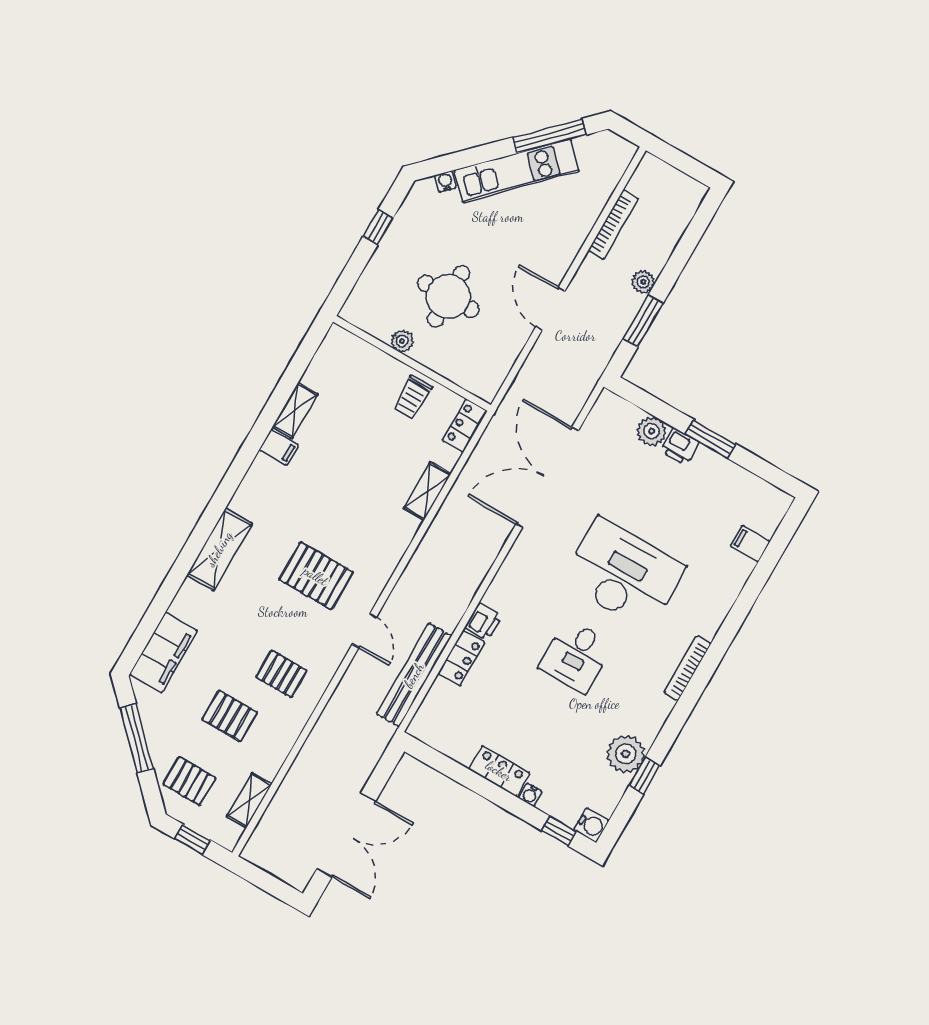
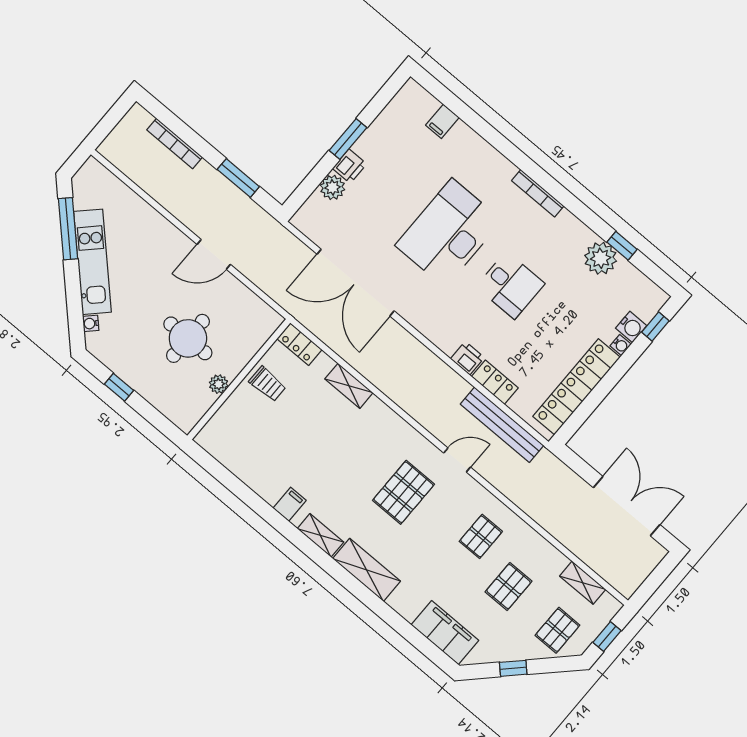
bookcase: (613, 225) -> (175, 143), moved, turned 180
plant: (643, 282) -> (205, 172), removed
shelving: (295, 410) -> (320, 535), moved
window: (137, 738) -> (513, 668), width x0.46
locker: (499, 771) -> (576, 387), width x2.16, depth x1.21
water cooler: (591, 825) -> (631, 327), moved, turned 90

